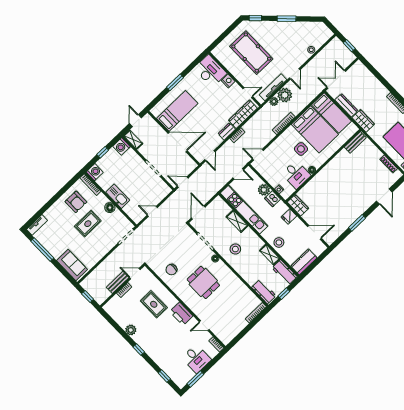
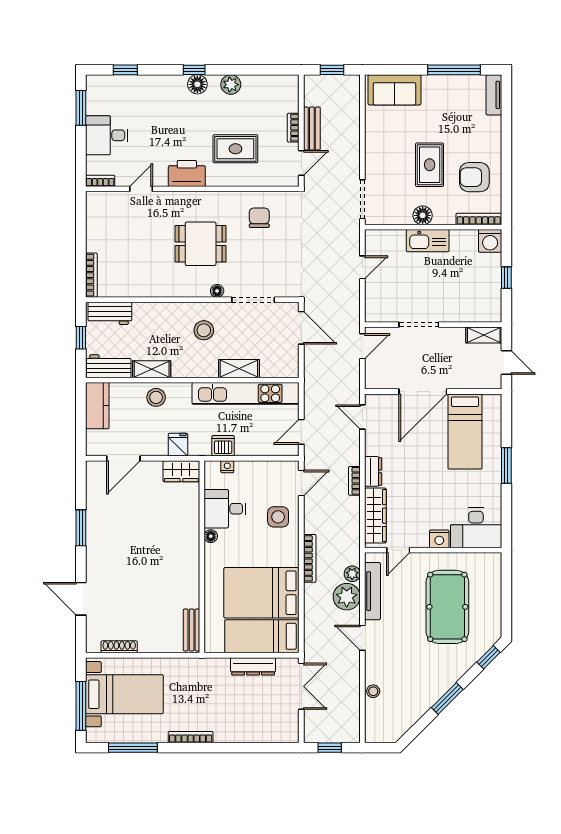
pool table: (251, 53) -> (447, 607), turned 90
wardrobe: (363, 121) -> (210, 669), removed
washing machine: (122, 146) -> (490, 310), removed
side table: (301, 149) -> (278, 517), moved
plant: (264, 190) -> (246, 445), removed
floor lamp: (143, 343) -> (197, 84), added

